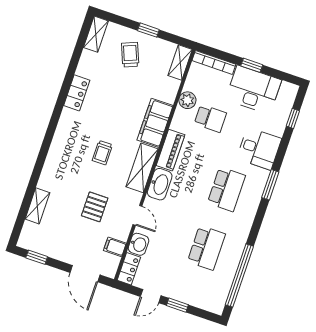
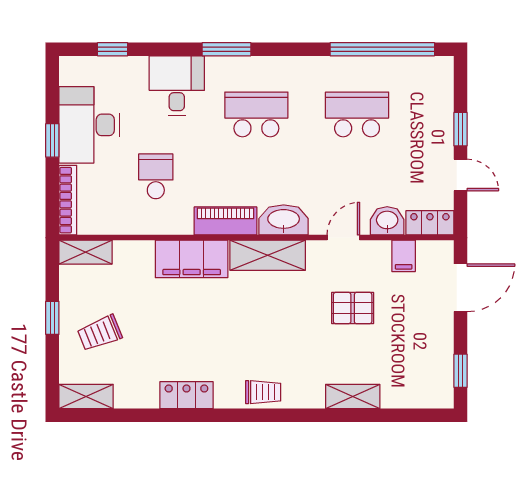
plant: (187, 100) -> (140, 221), removed
trolley: (102, 153) -> (263, 392), moved
shelving: (37, 206) -> (353, 397), moved

